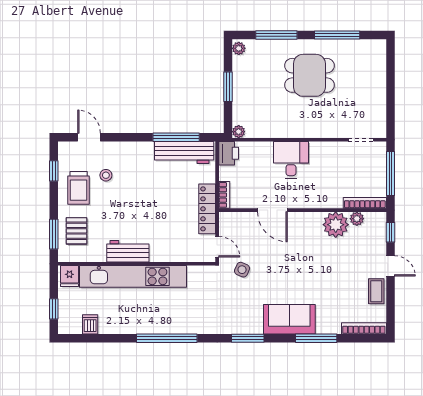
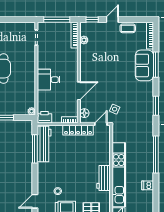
floor lamp: (235, 219) -> (84, 113), added
plant: (336, 225) -> (88, 53), removed
sofa: (289, 319) -> (144, 65), moved
dishwasher: (90, 324) -> (148, 185), moved

